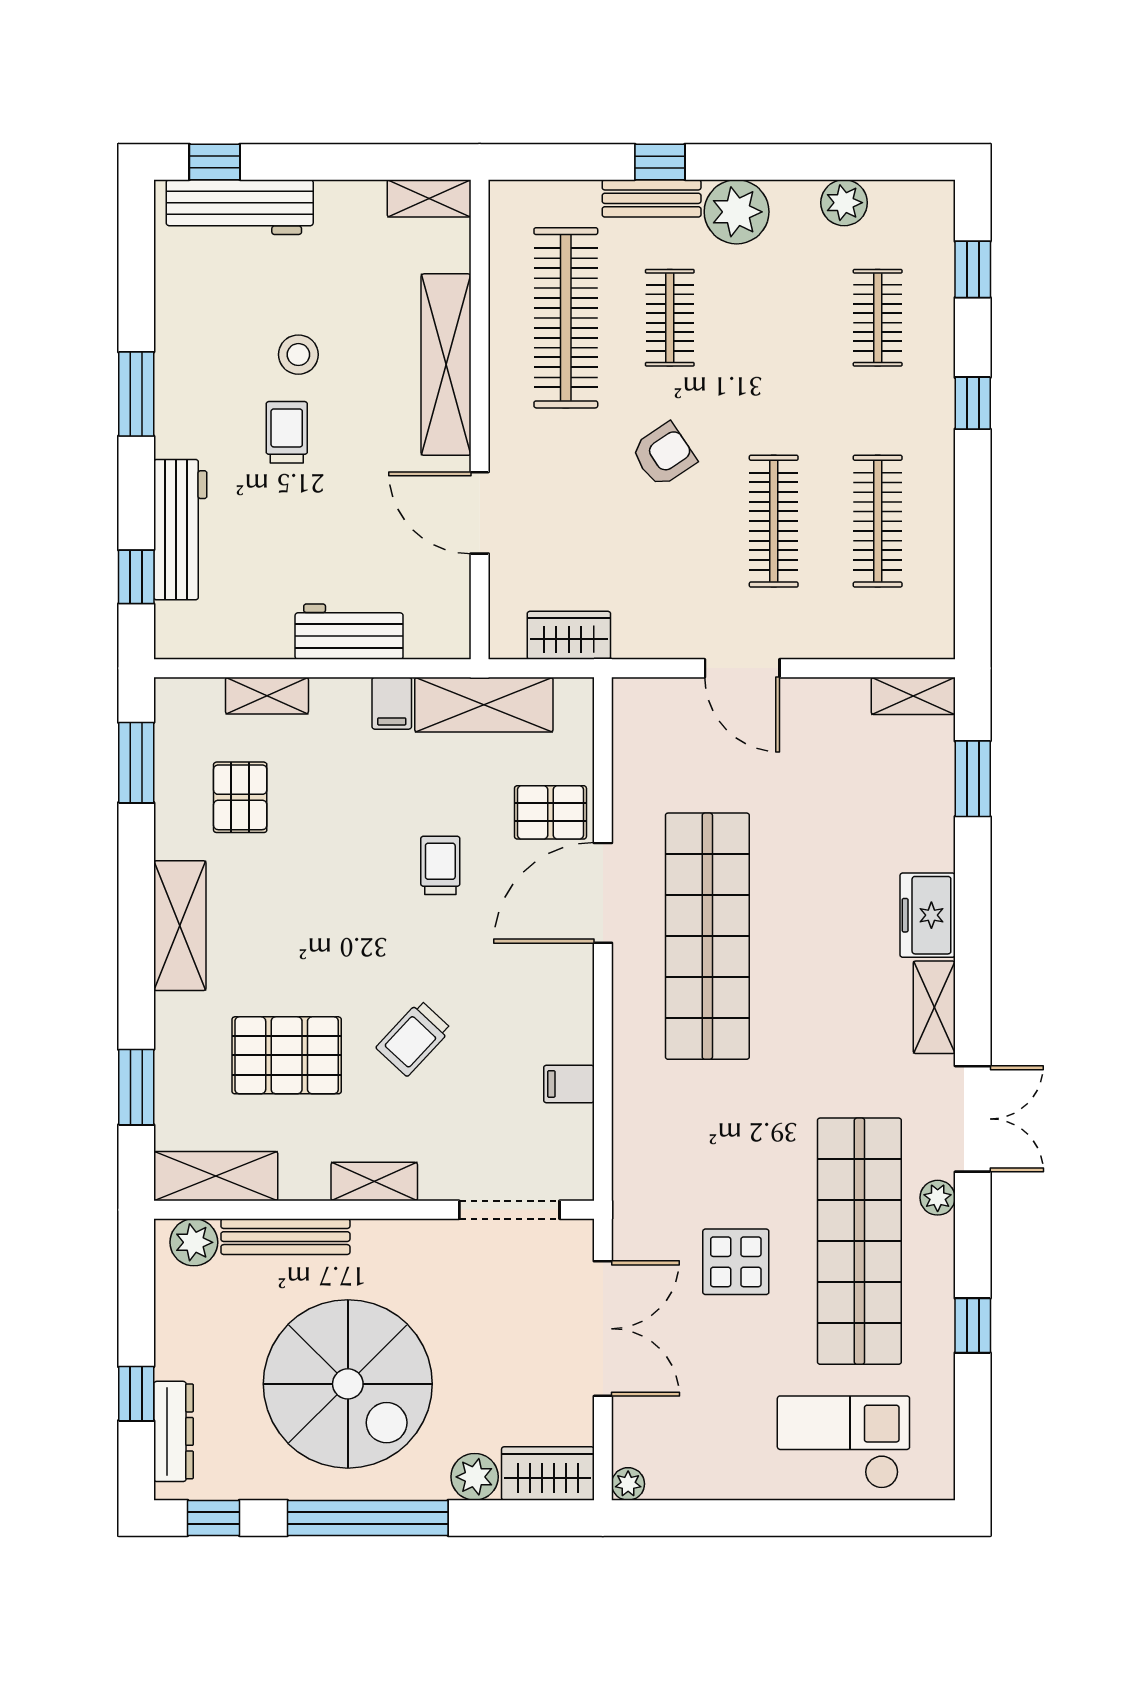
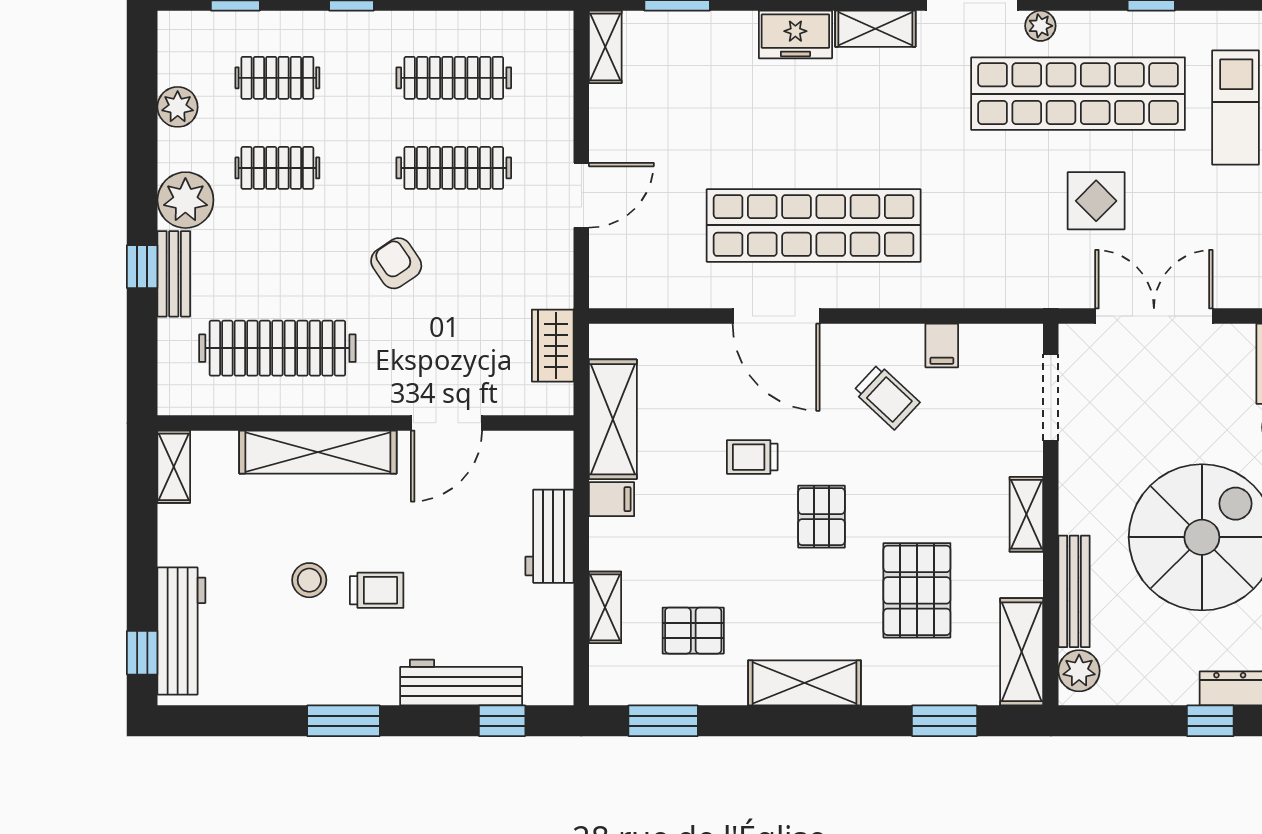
clothes rail: (670, 318) -> (277, 168), moved
trolley: (287, 432) -> (377, 590), turned 180
pallet: (550, 812) -> (821, 517), moved
trolley: (414, 1038) -> (886, 397), moved

